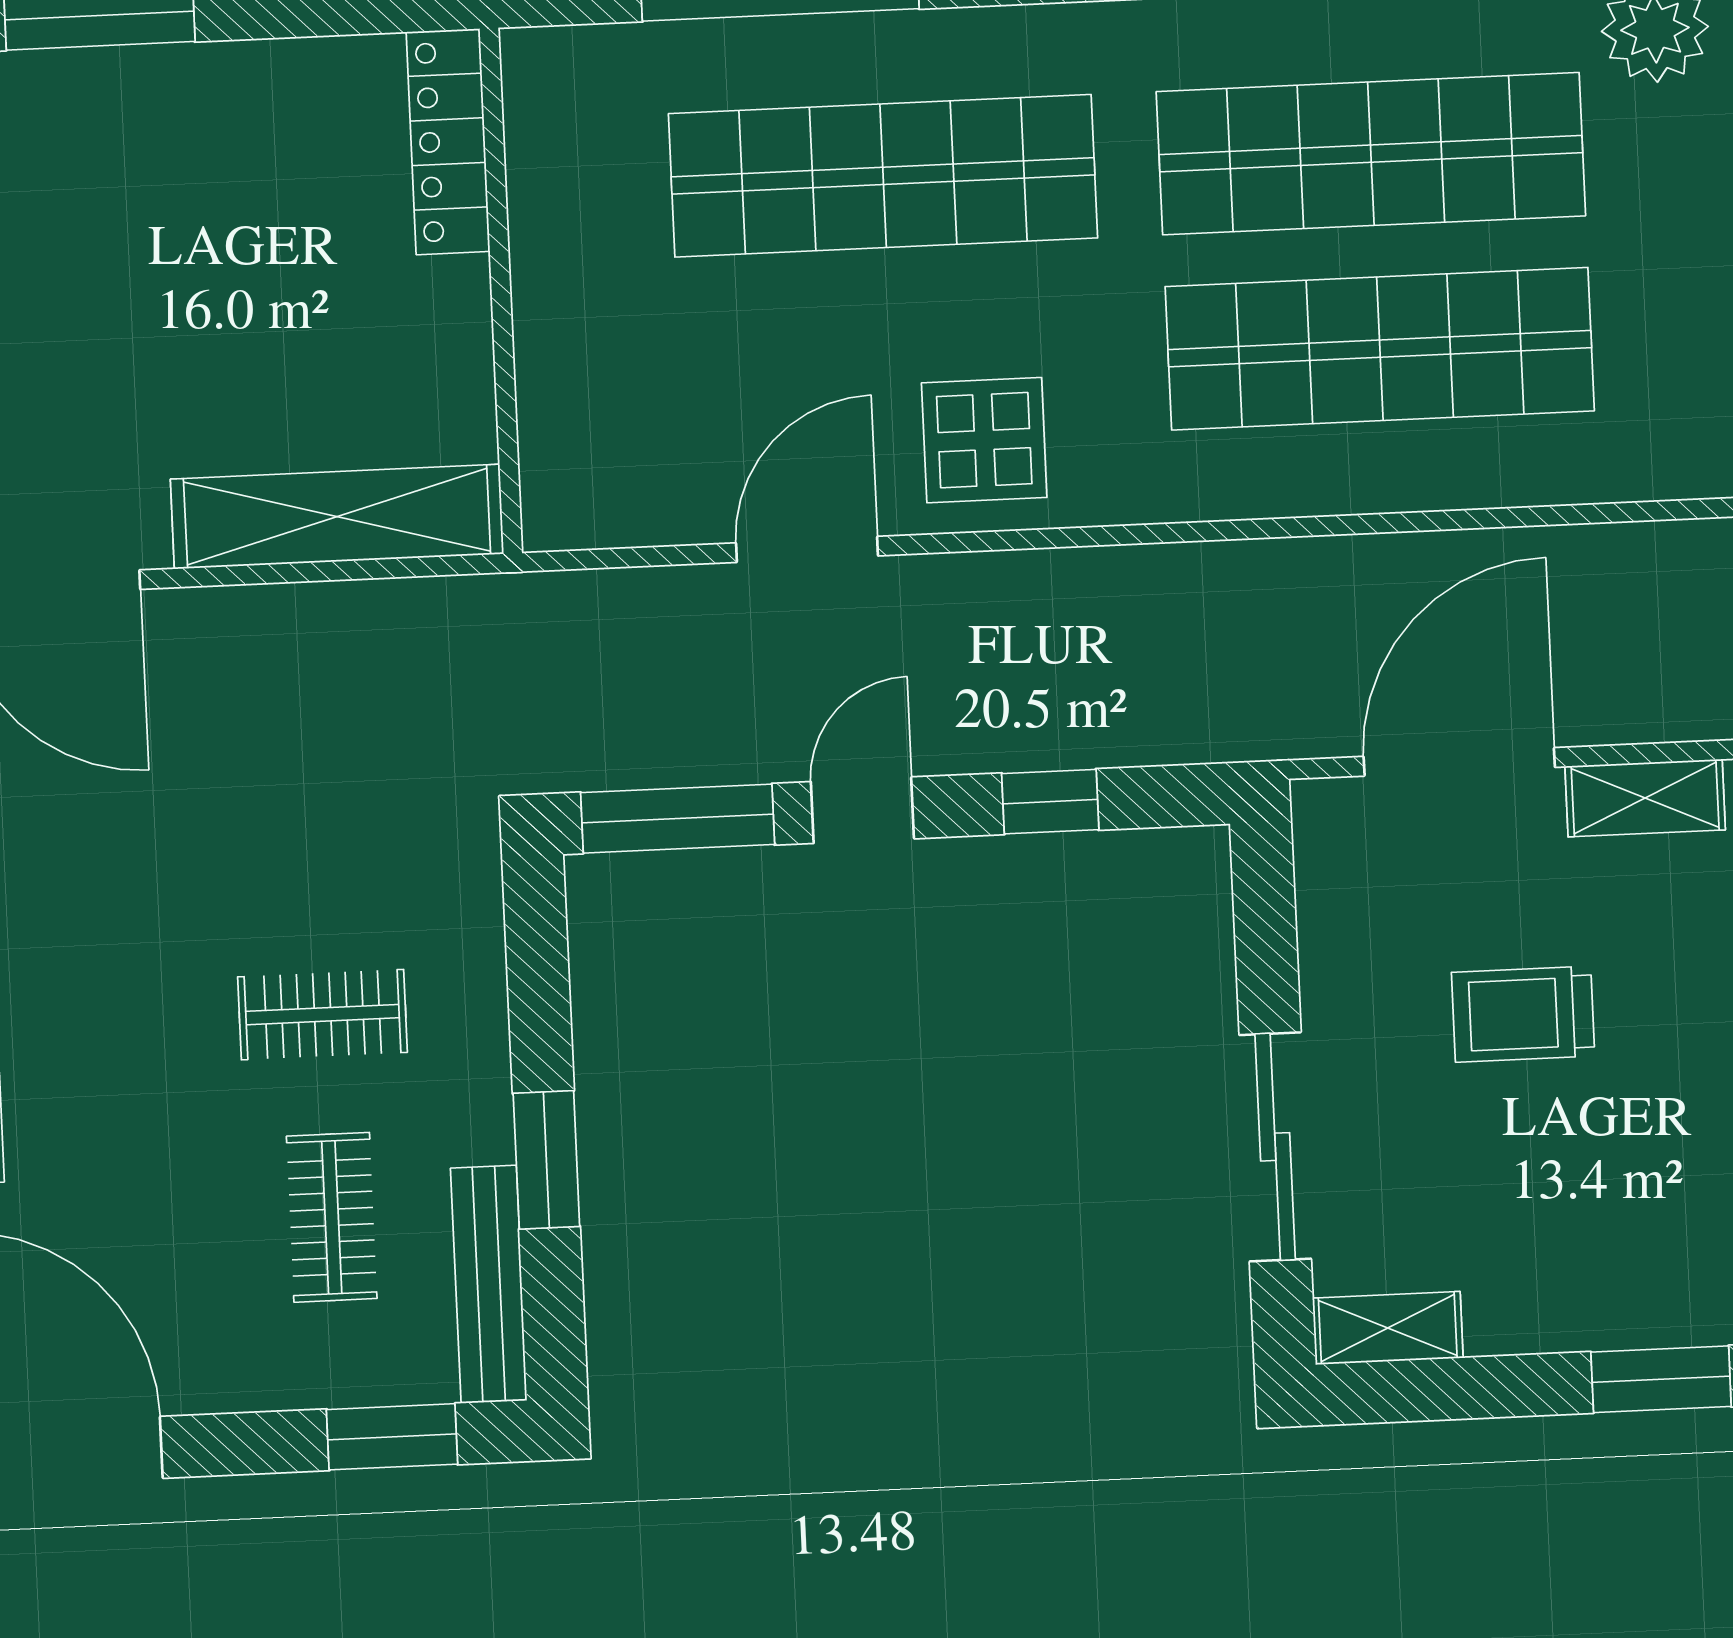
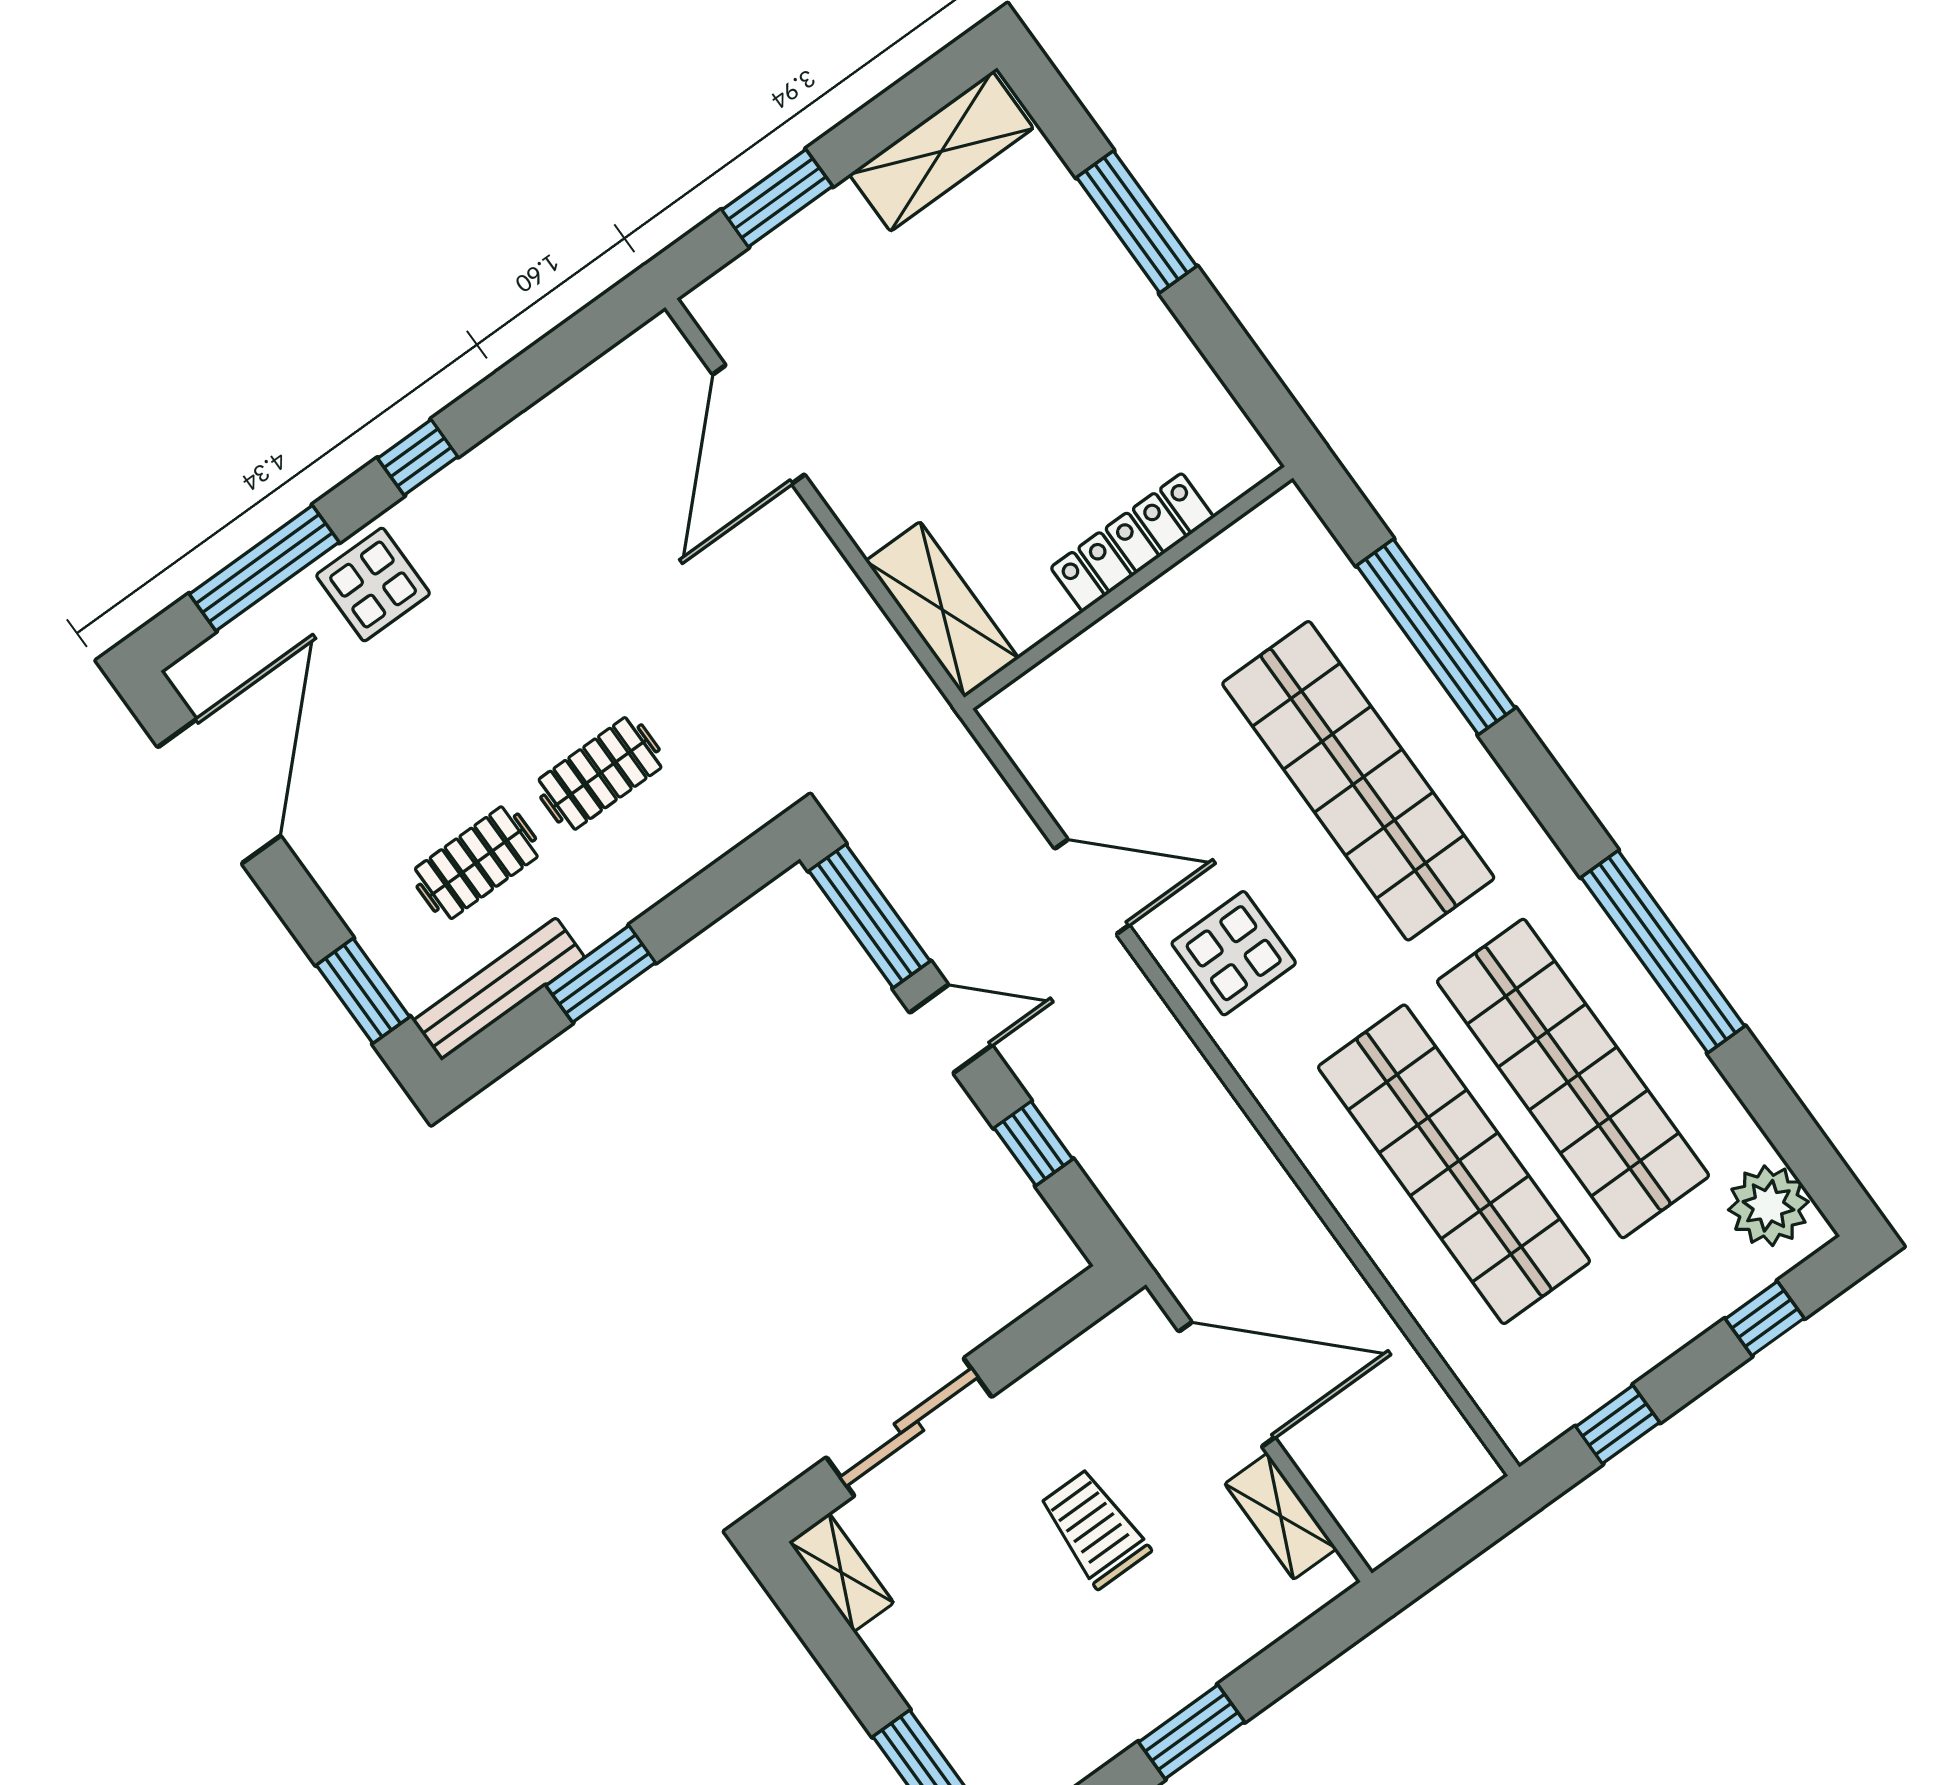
locker: (448, 142) -> (1132, 542), moved
shelving: (337, 517) -> (942, 610), width x0.68
clothes rail: (323, 1015) -> (600, 773), turned 90

